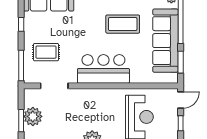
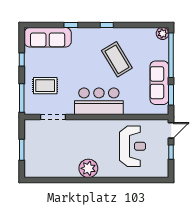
coffee table: (123, 24) -> (117, 59), turned 59
sofa: (165, 41) -> (159, 83), width x0.74, depth x0.79
plant: (33, 116) -> (33, 146), removed

